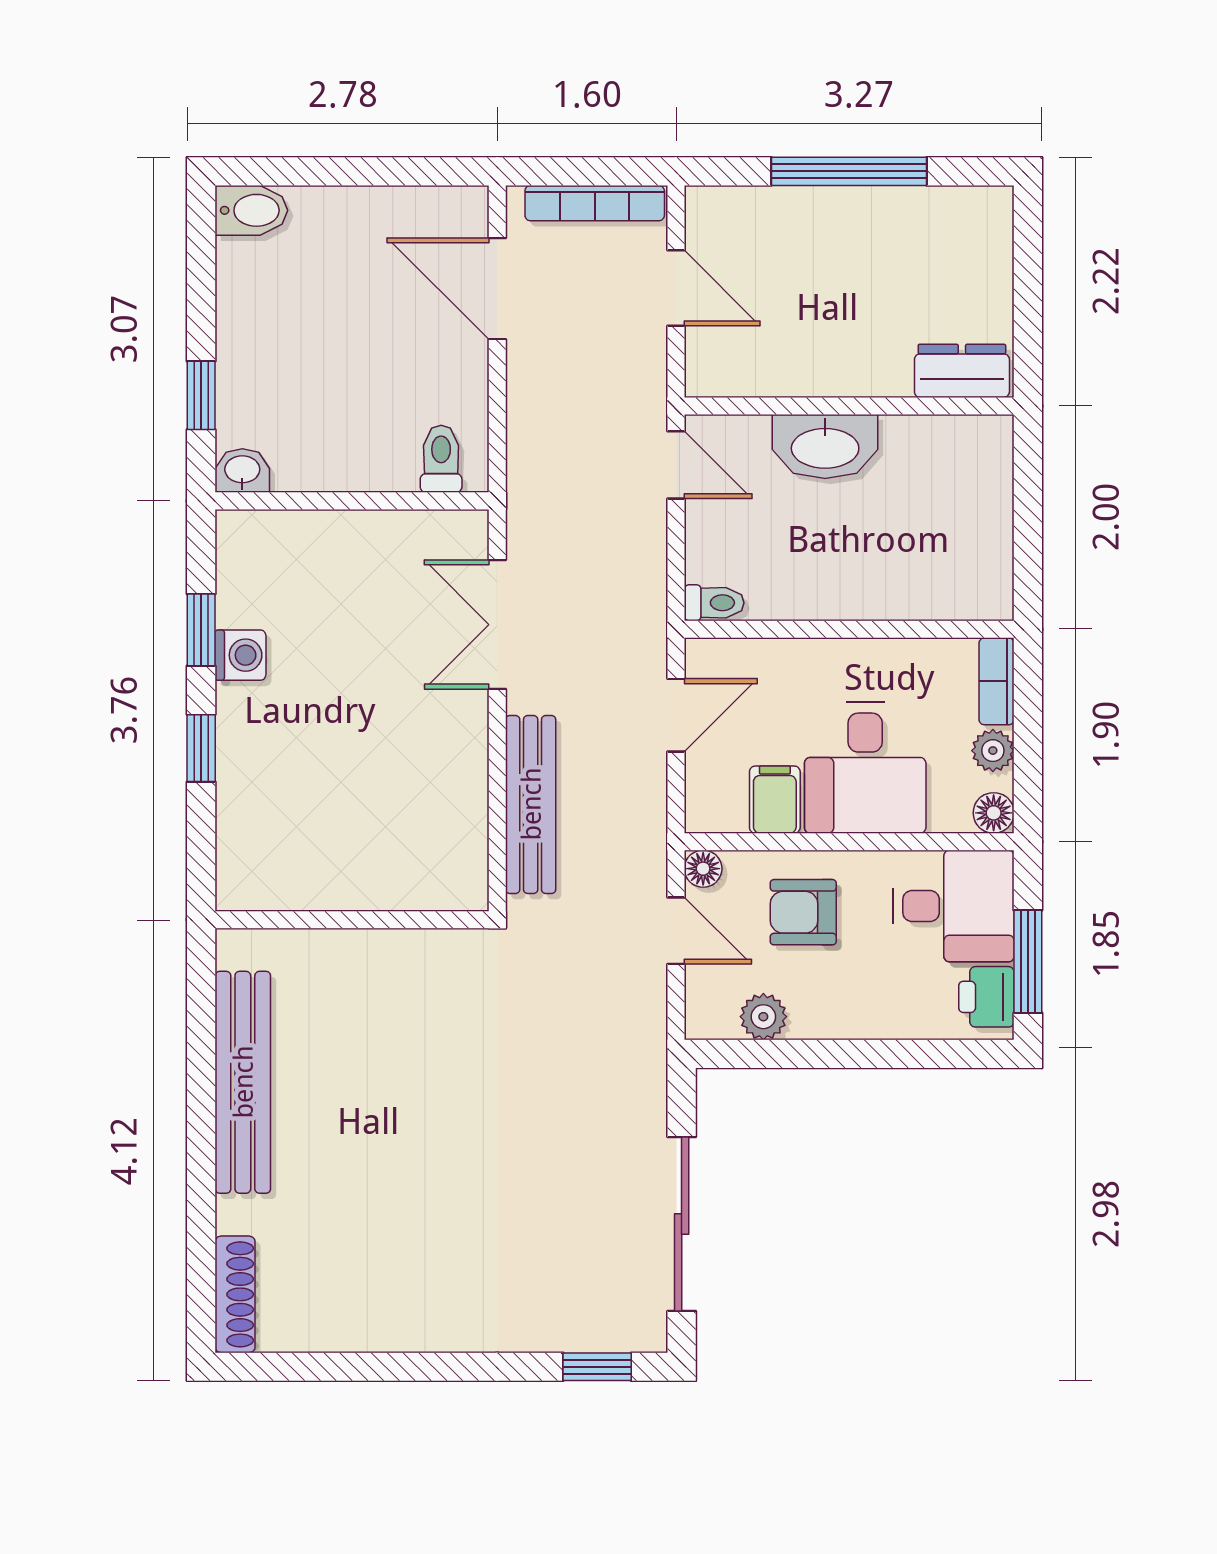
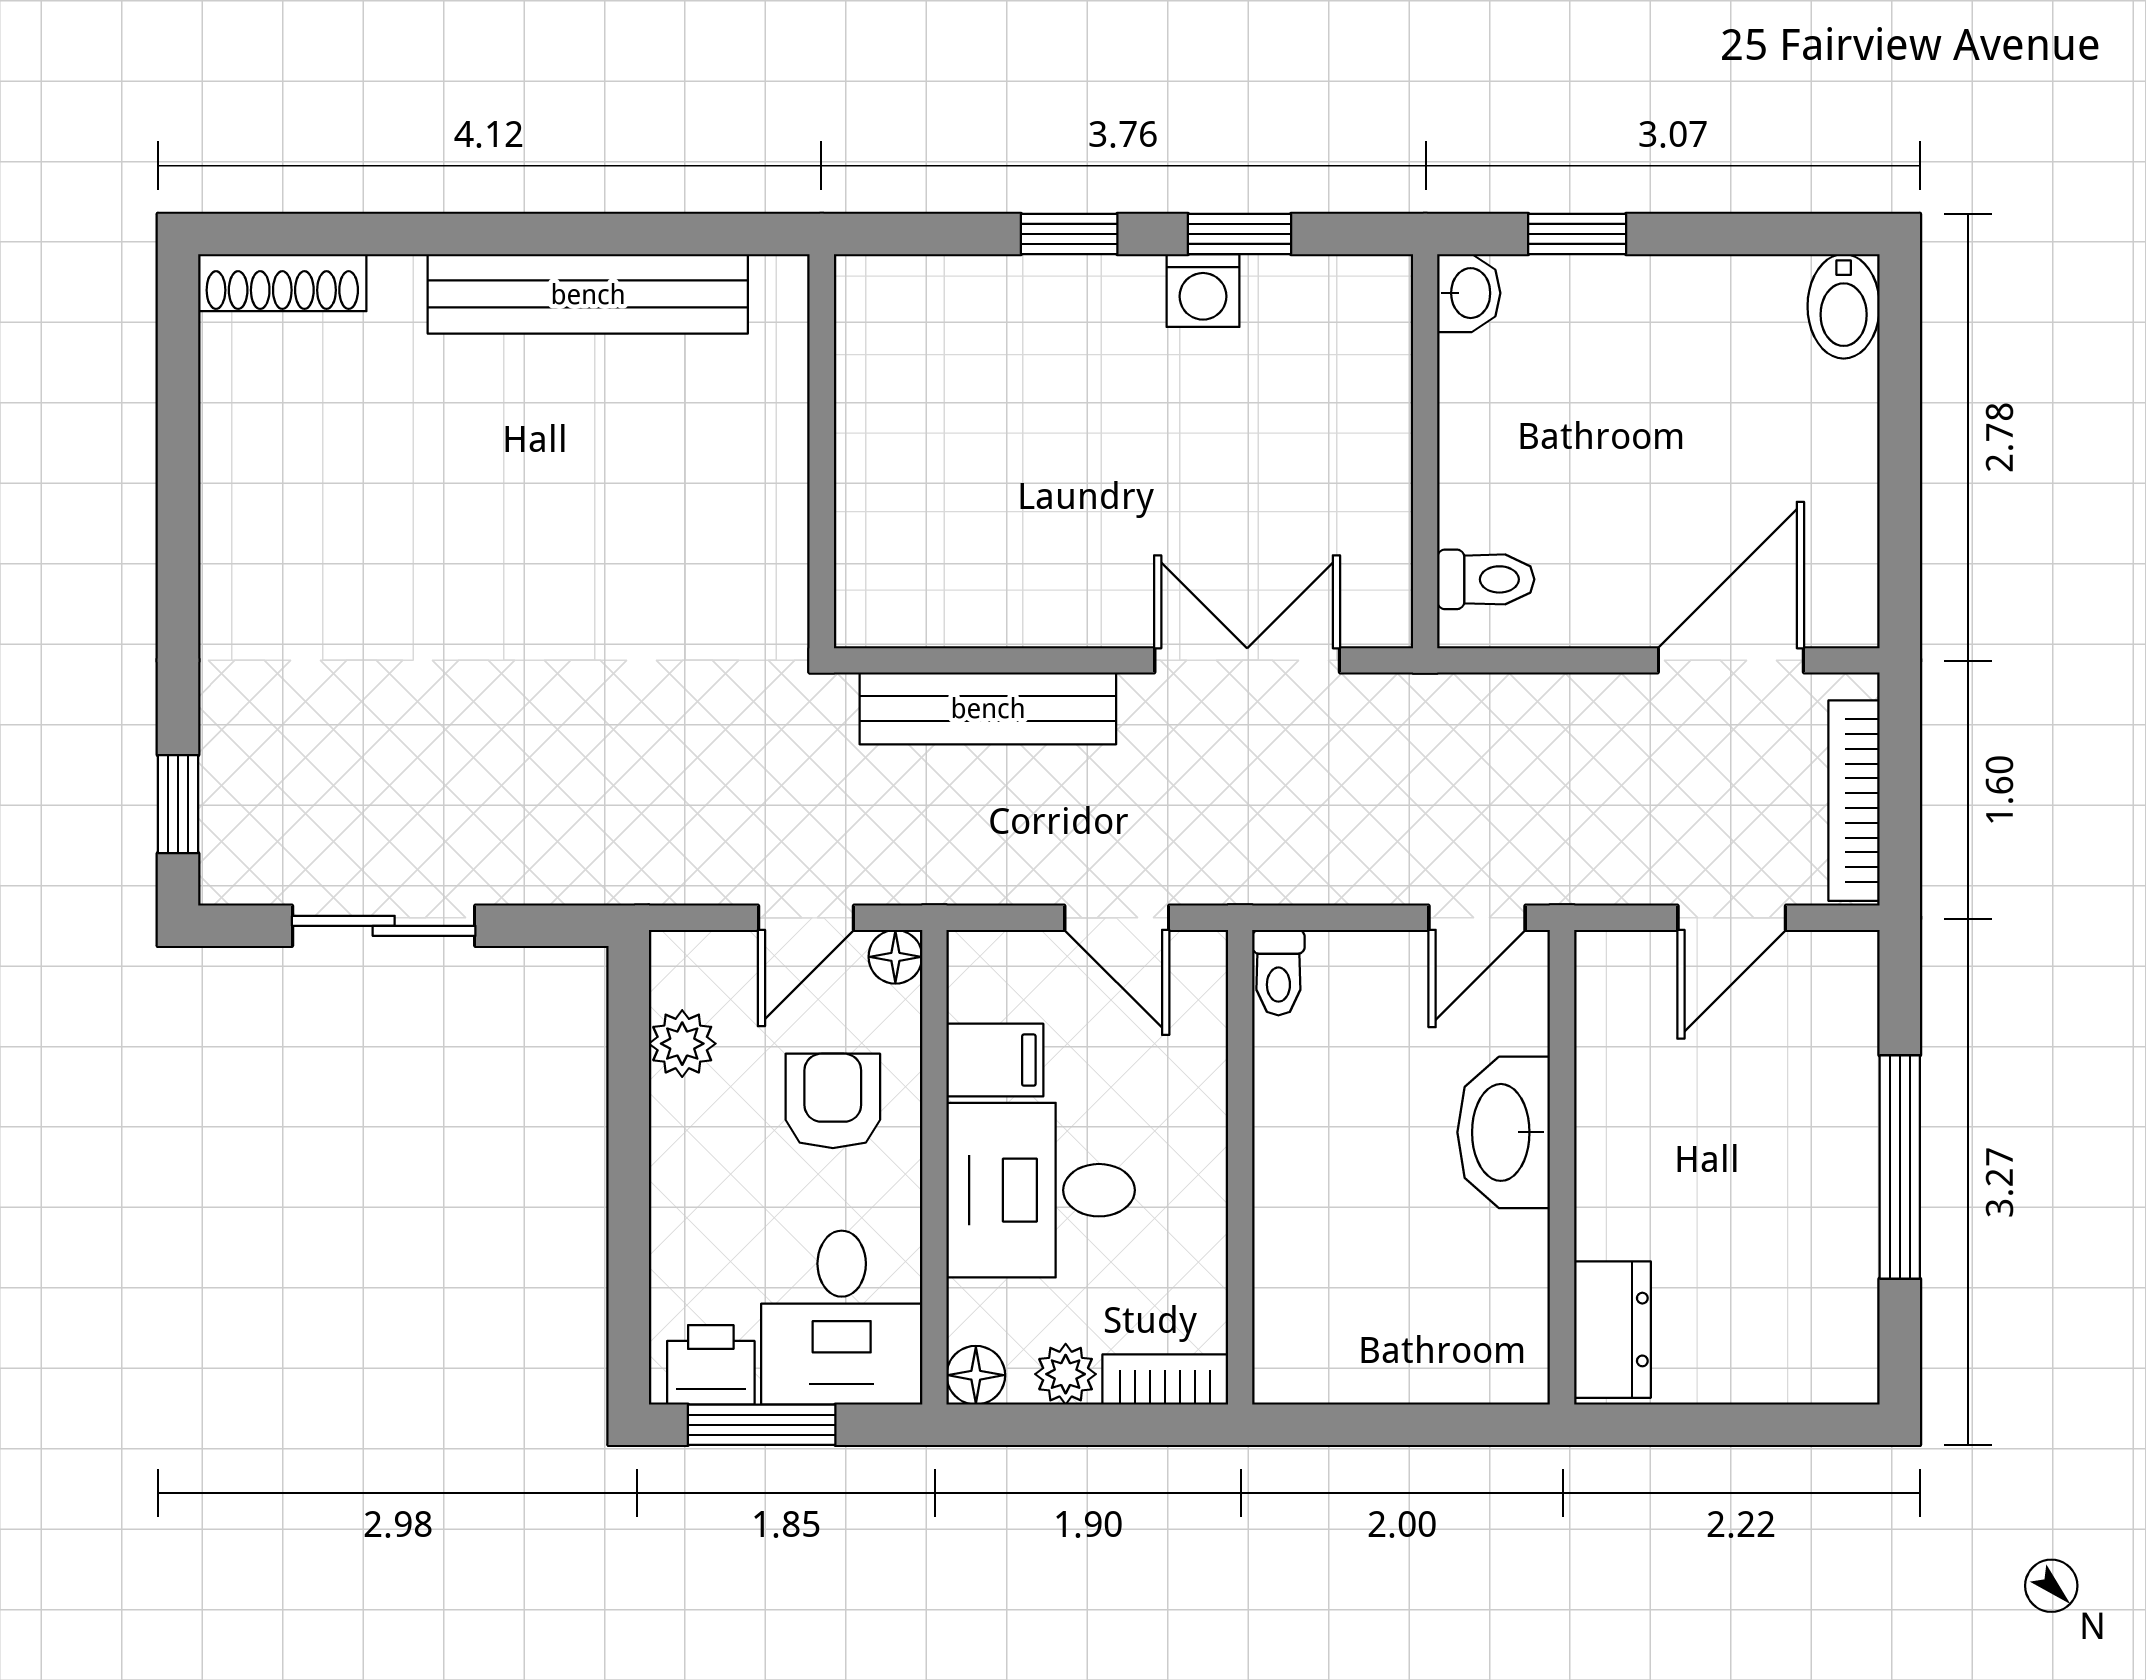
sliding door: (682, 1224) -> (384, 926), width x0.73

